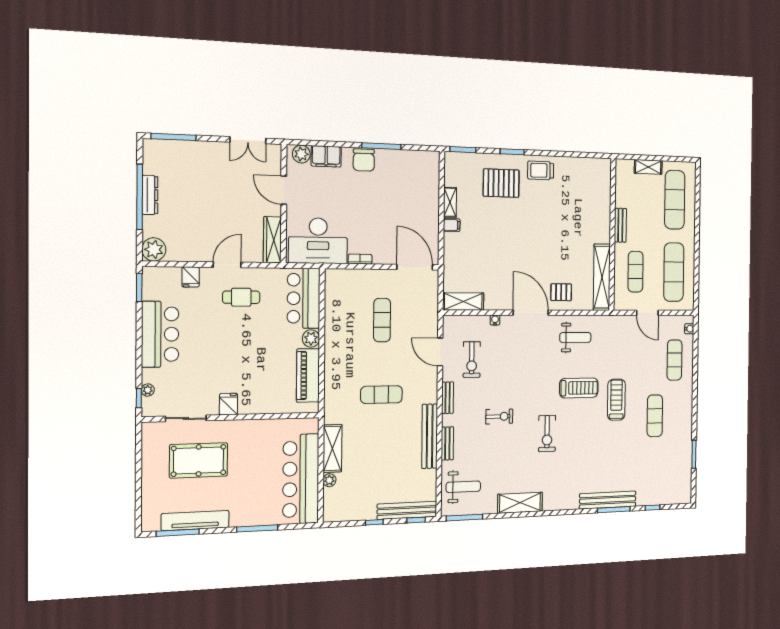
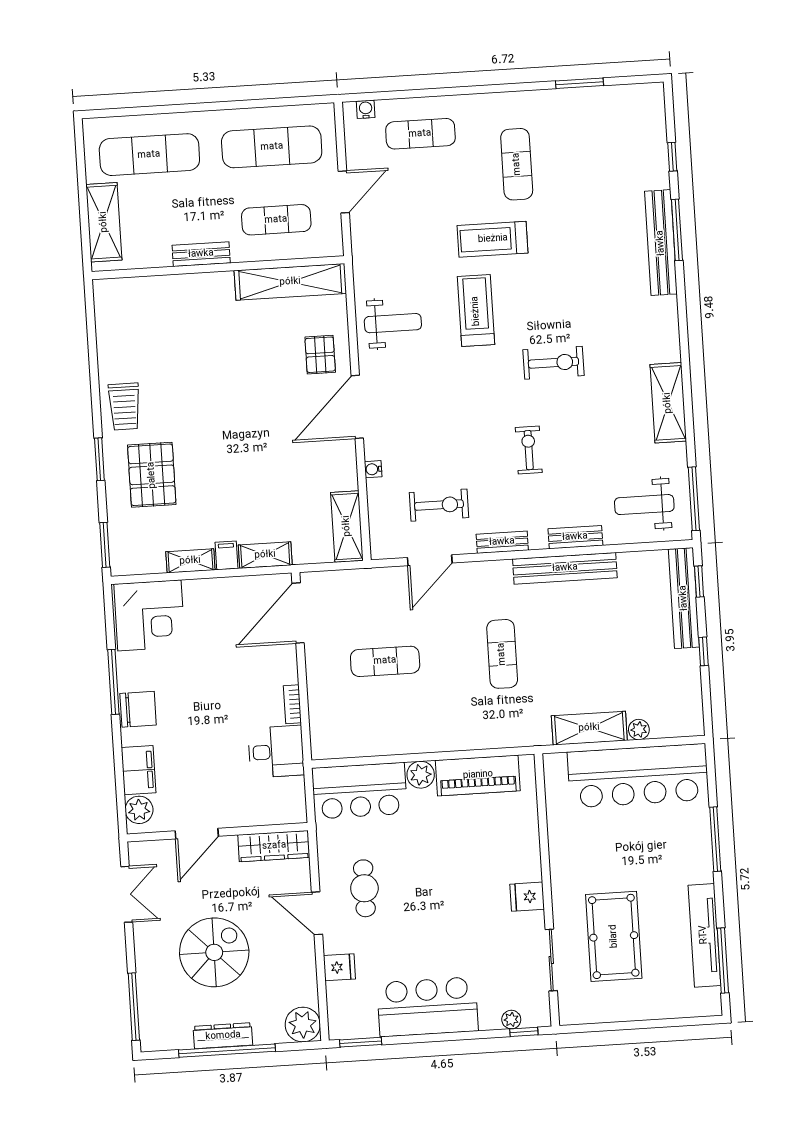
shelving: (648, 167) -> (104, 222), width x1.50, depth x1.33
corner desk: (420, 173) -> (149, 615), added
spiral stairs: (206, 194) -> (214, 952), added
desk: (318, 241) -> (276, 752), width x0.53, depth x0.77
shelving: (450, 249) -> (265, 555), added
weight bench: (575, 337) -> (393, 323), turned 90
exercise mat: (655, 416) -> (517, 164), turned 90
weight bench: (463, 487) -> (644, 505), turned -90

